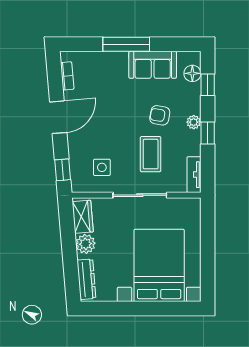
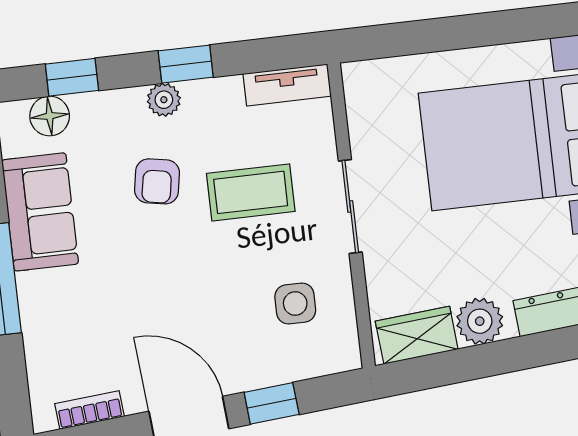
window: (63, 170) -> (272, 403), moved
sliding door: (140, 195) -> (350, 207), width x0.73

